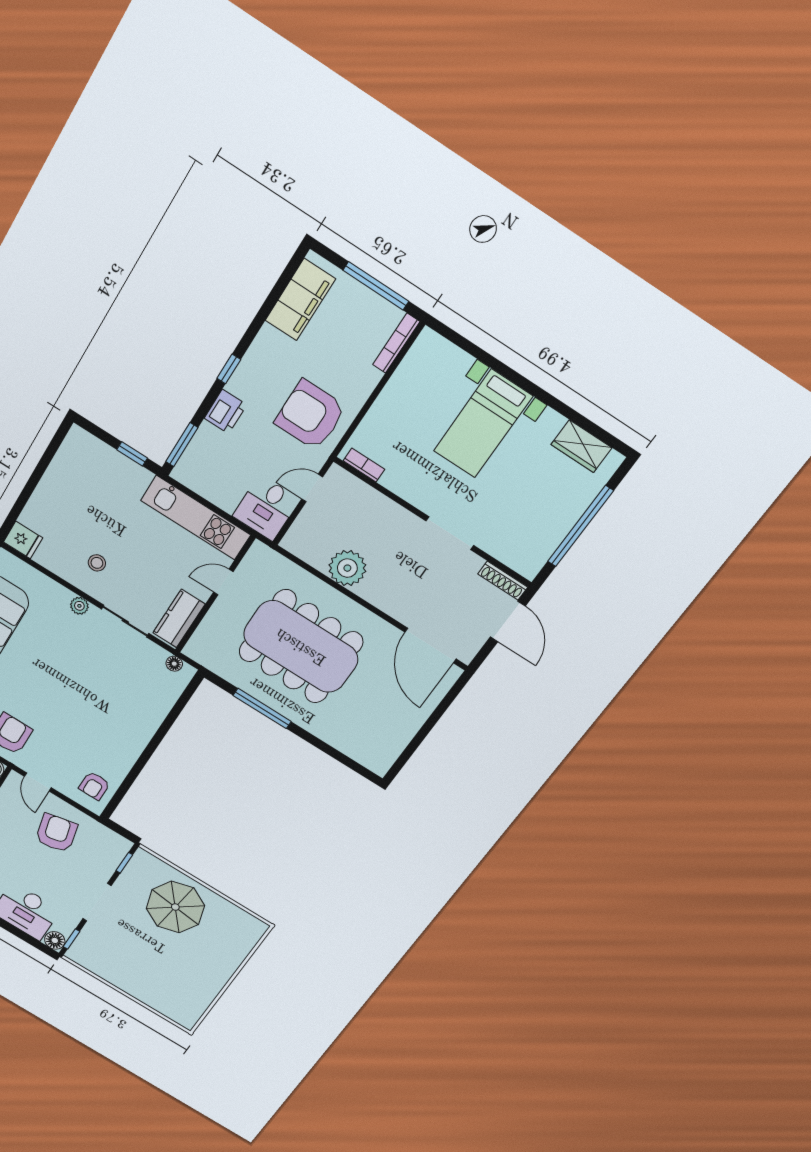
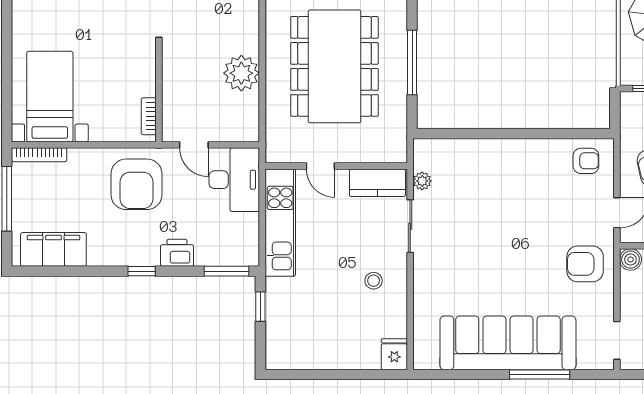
bed with nightstands: (483, 424) -> (50, 97), moved, turned -90
desk: (266, 508) -> (234, 180), width x1.37
plant: (79, 606) -> (422, 181), moved
floor lamp: (174, 664) -> (421, 162), removed

